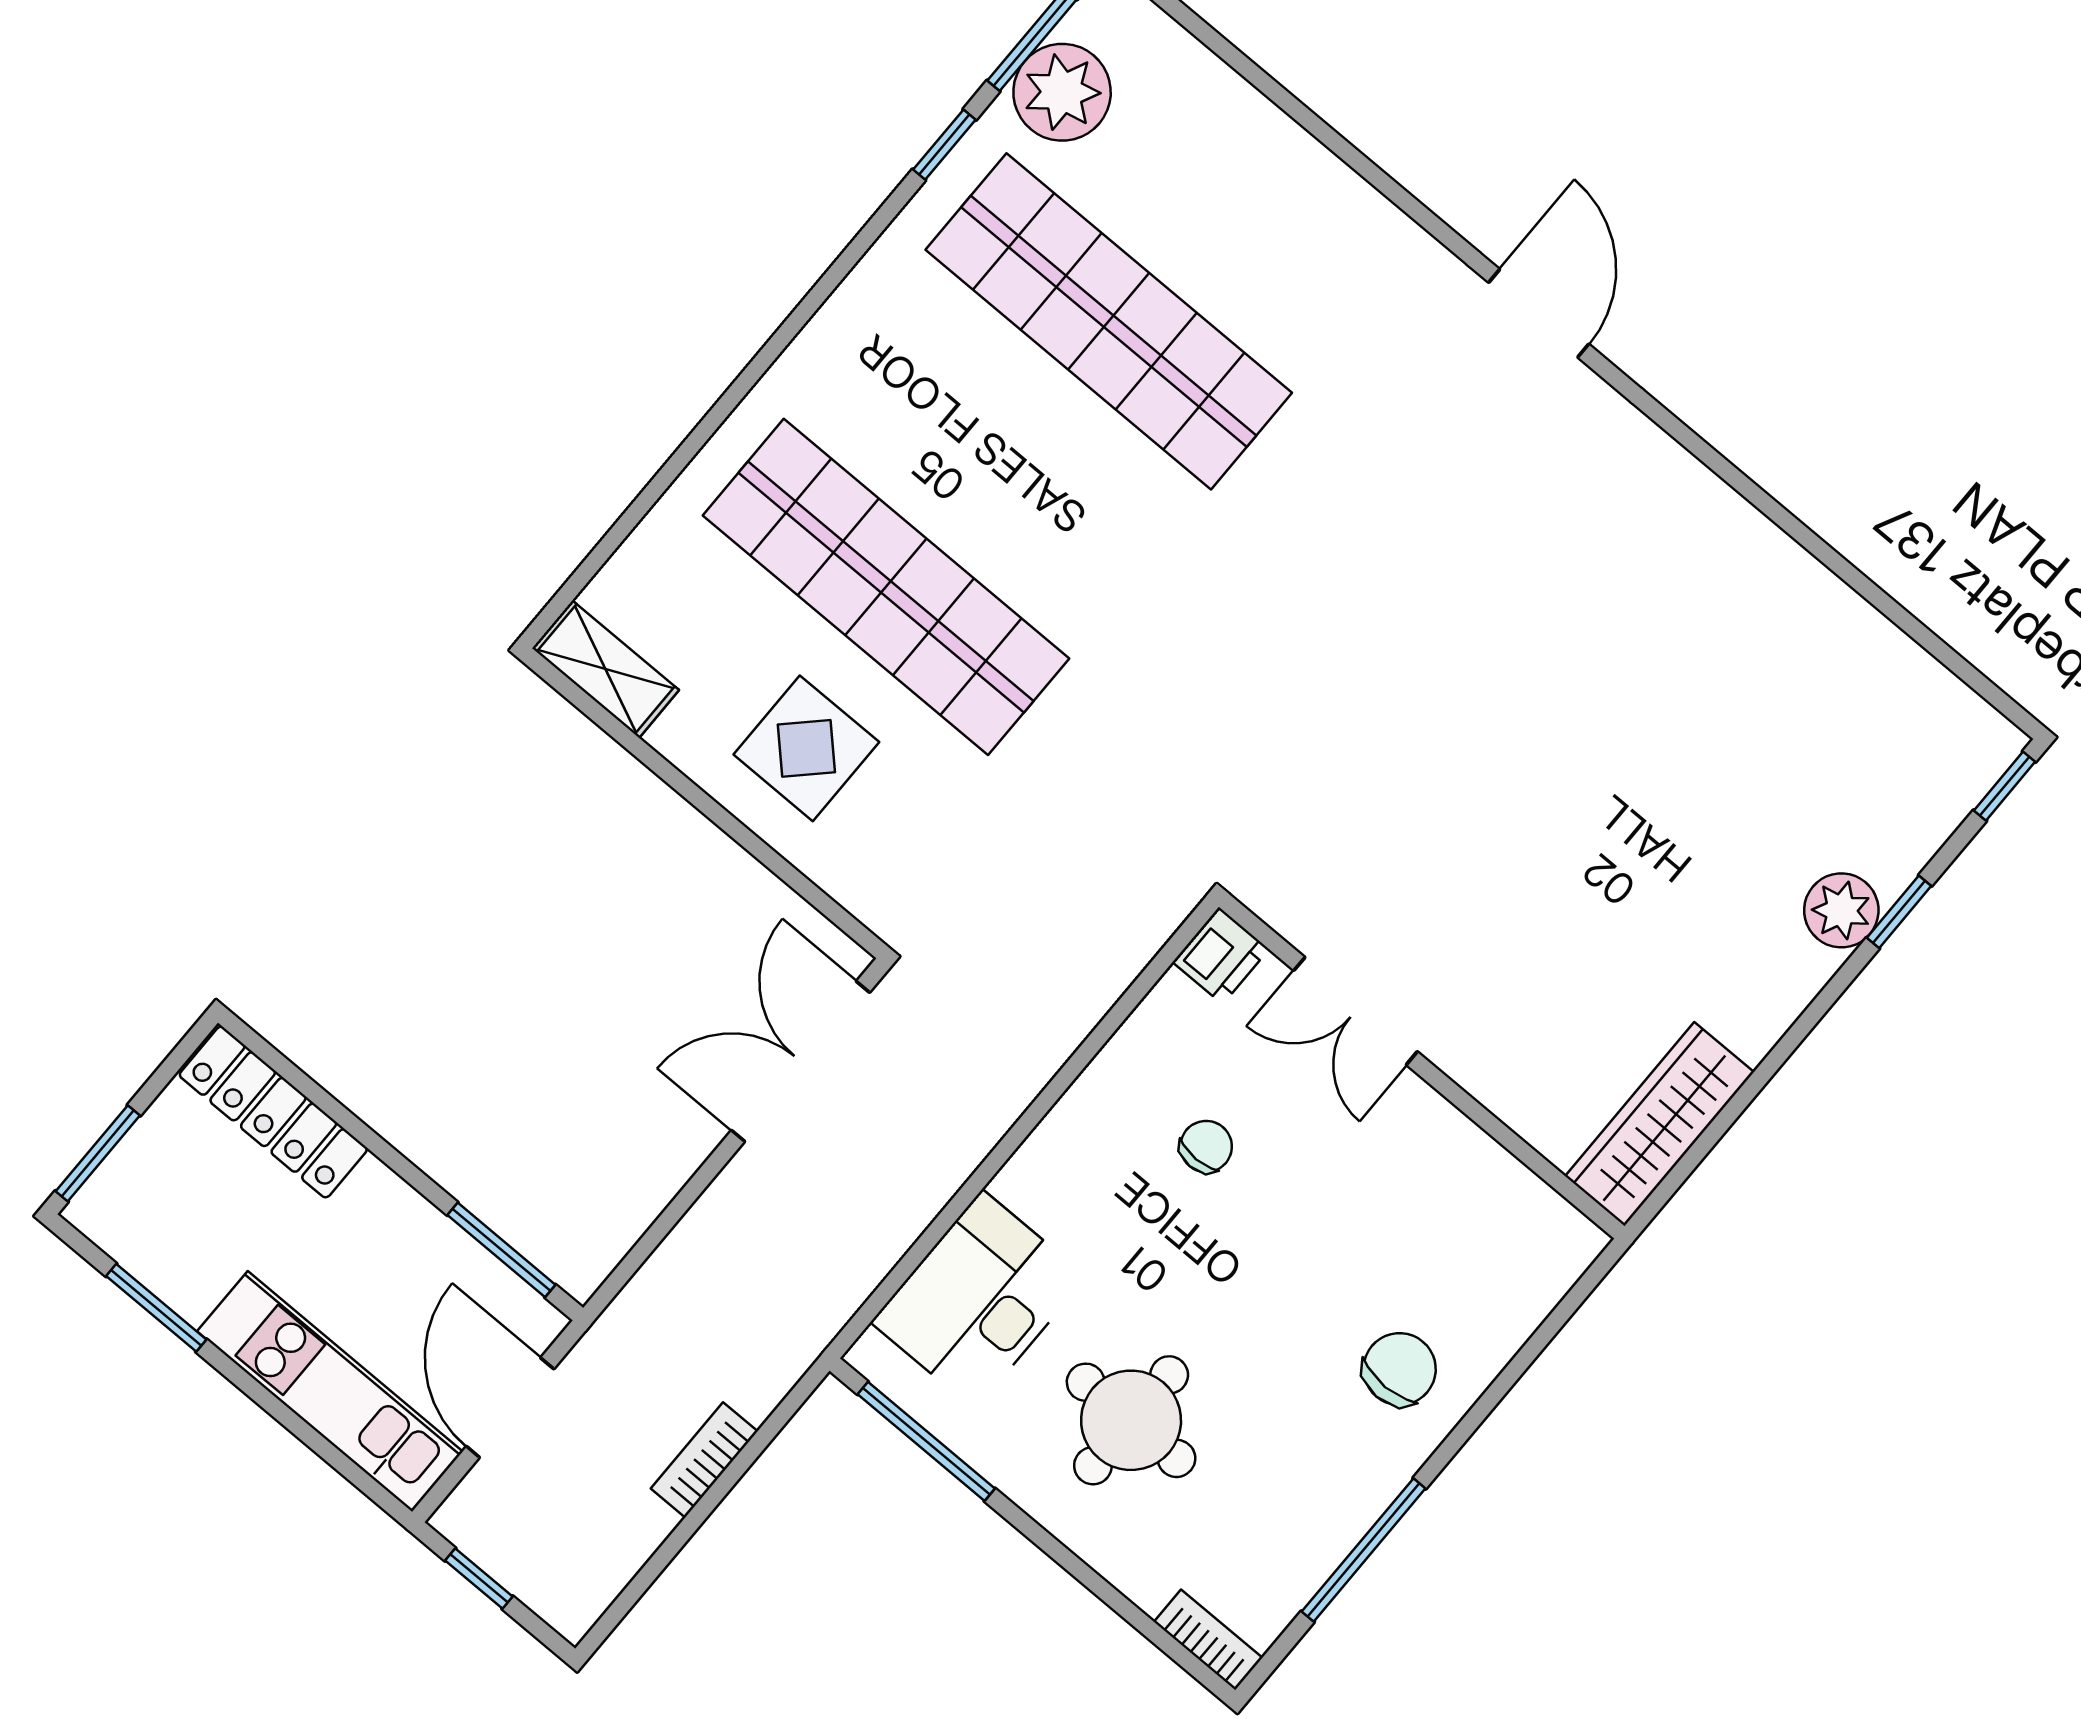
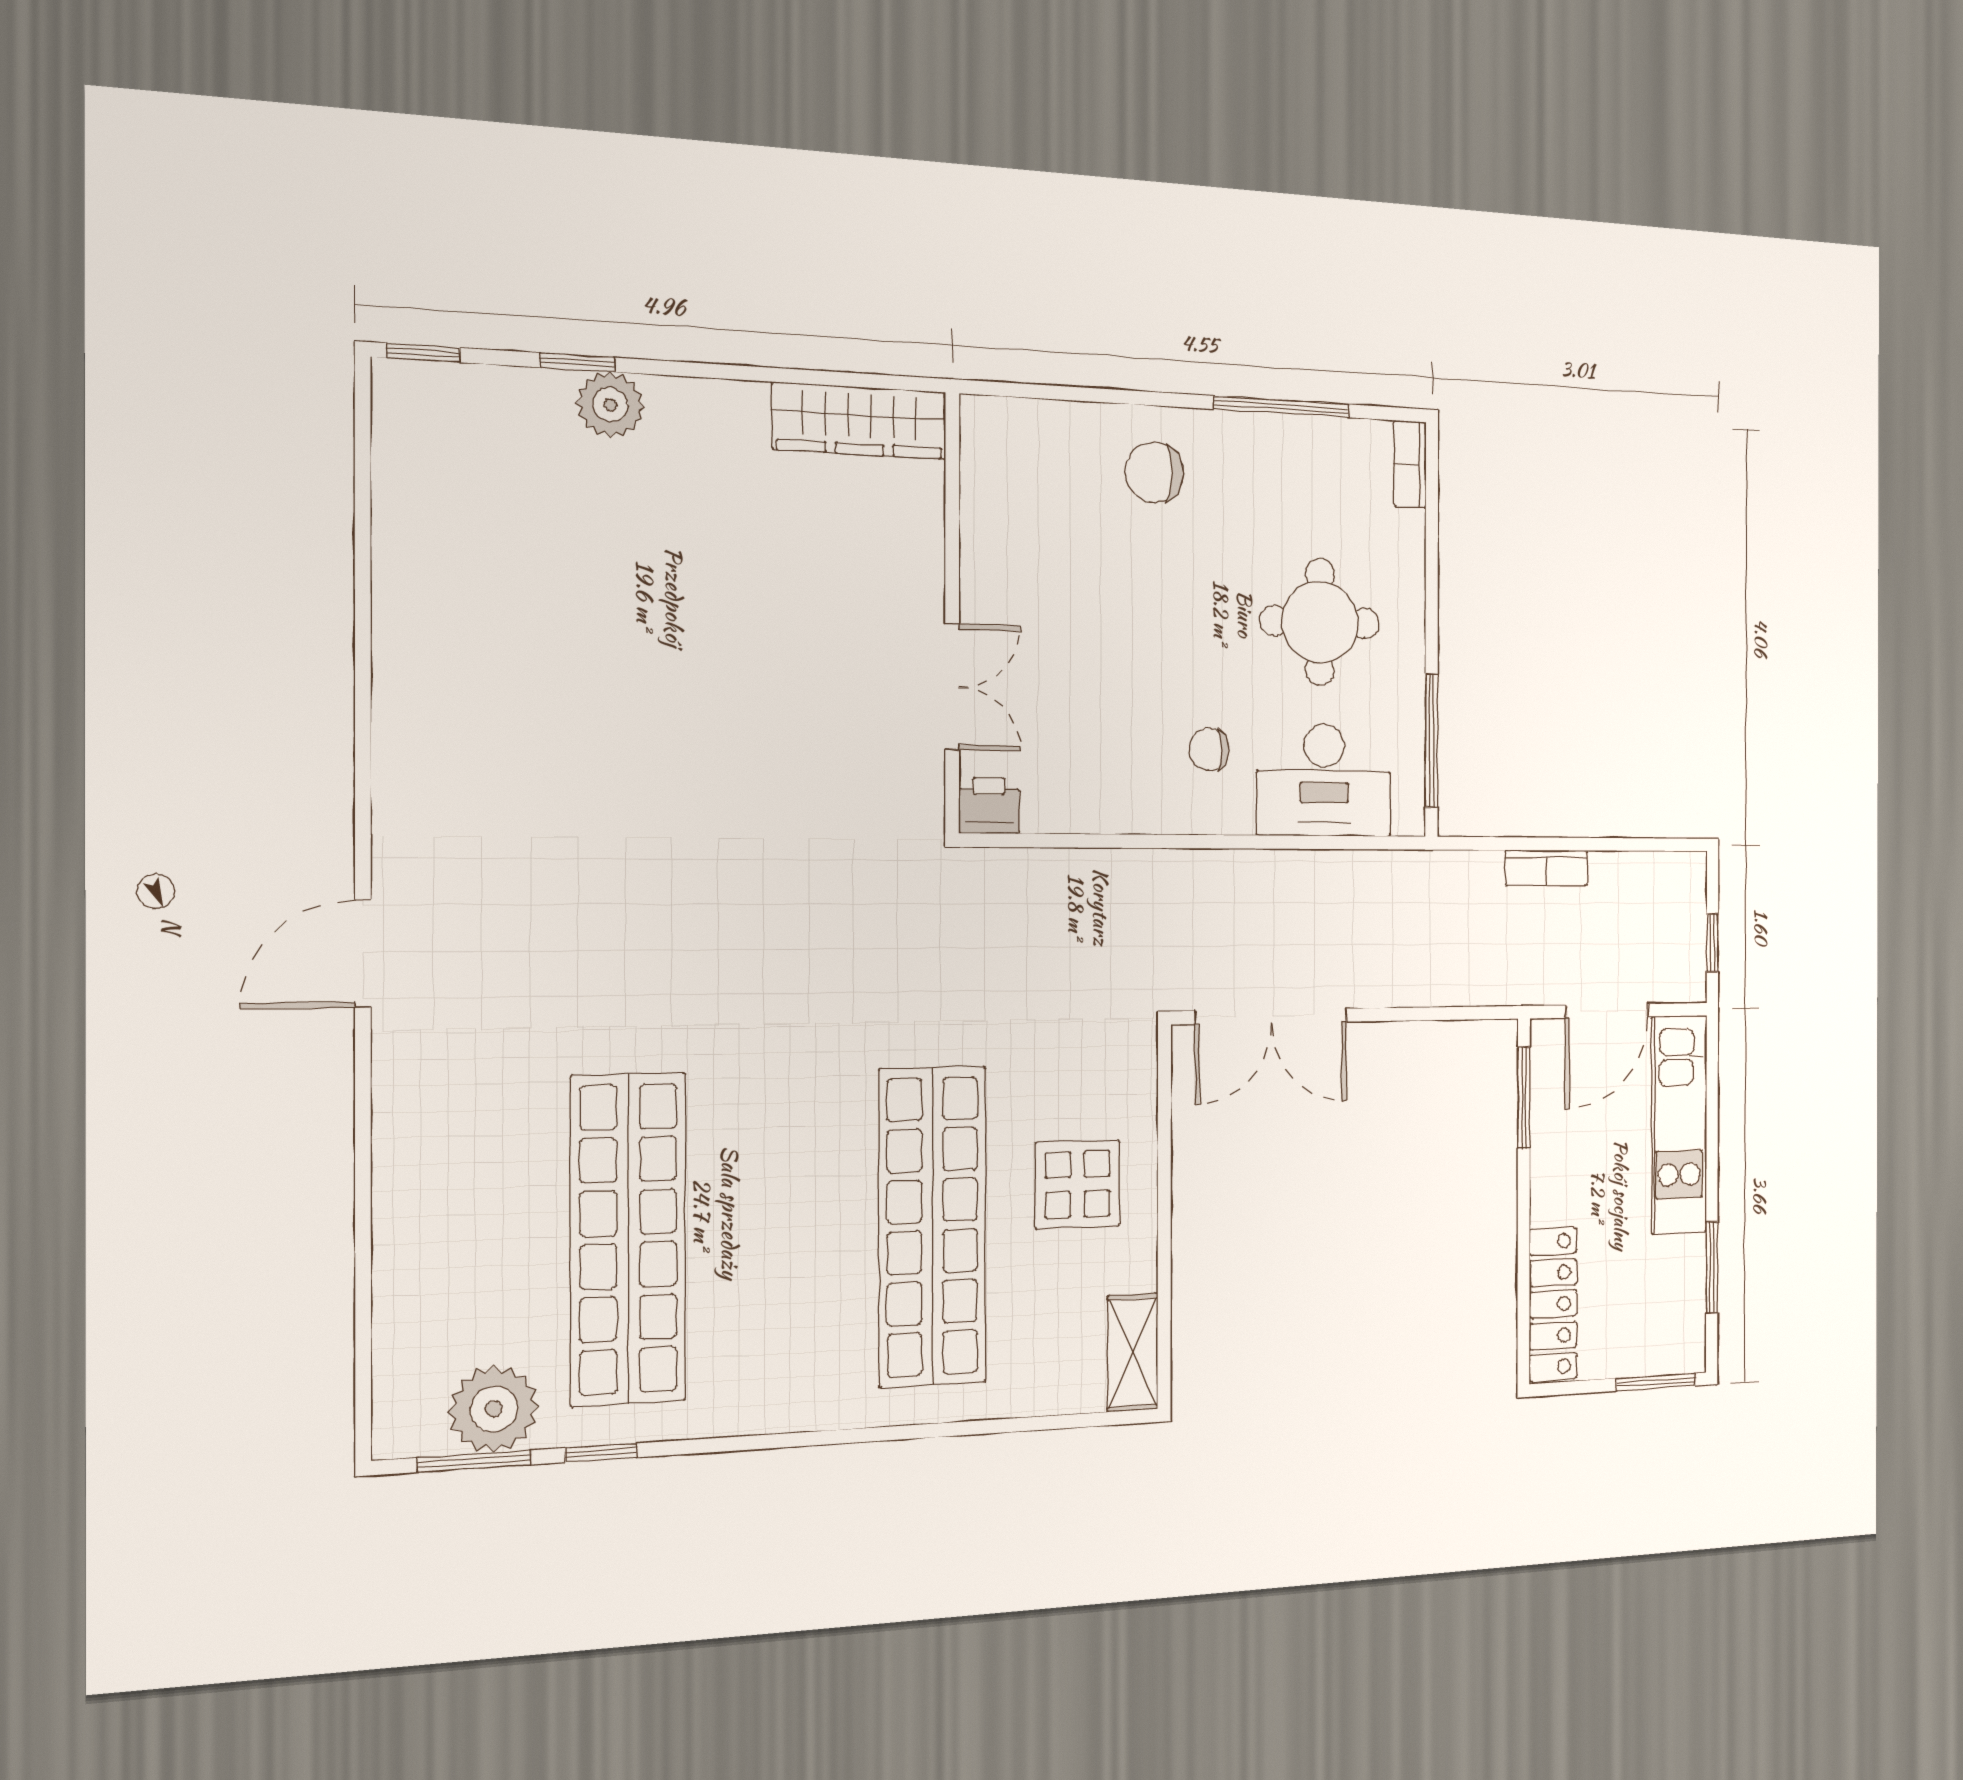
chair: (1206, 1147) -> (1209, 749), moved

